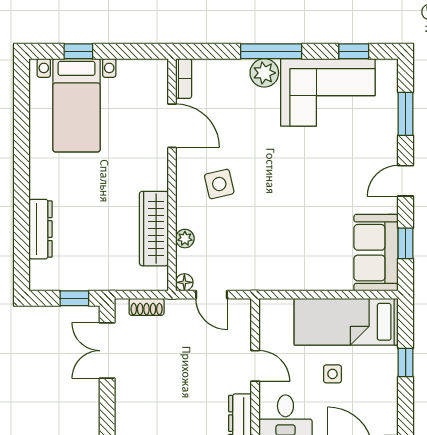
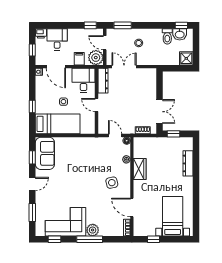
window: (78, 51) -> (154, 239), moved
wardrobe: (154, 229) -> (140, 169), width x0.67

